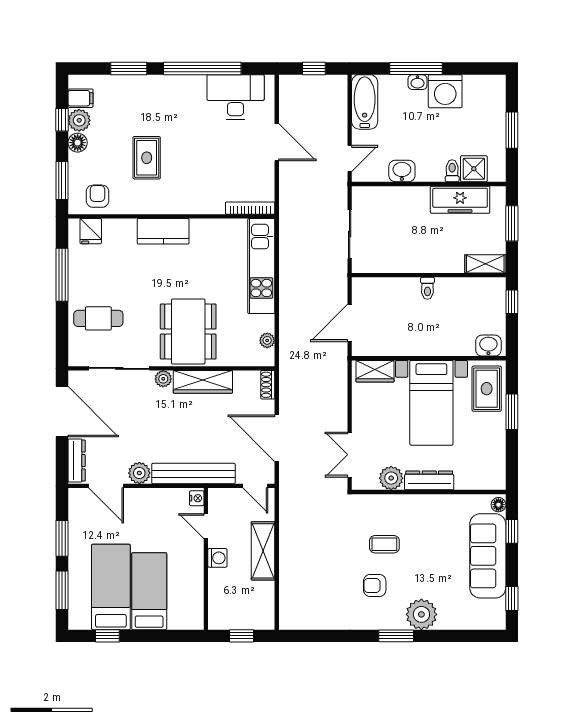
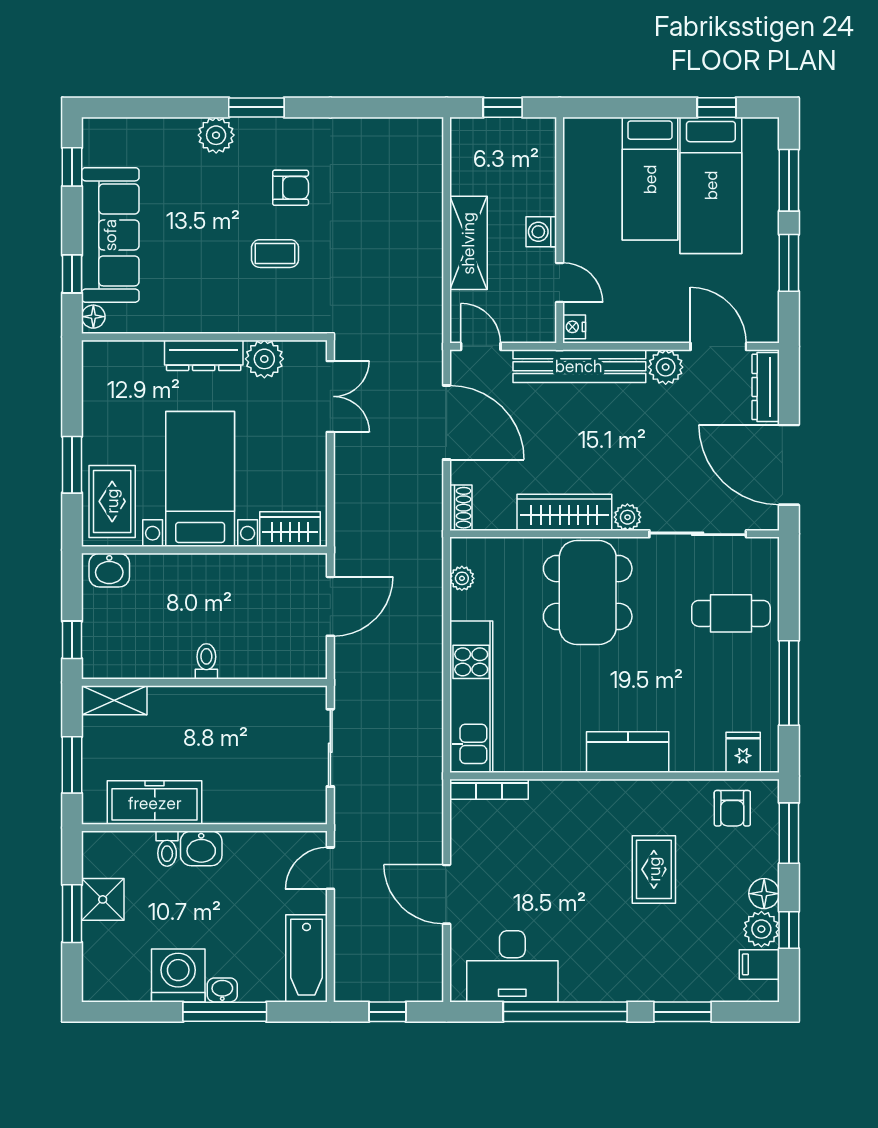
shower: (474, 169) -> (103, 899), moved
washbasin: (402, 171) -> (201, 848), moved
plant: (421, 614) -> (216, 135), width x0.73, depth x0.73

